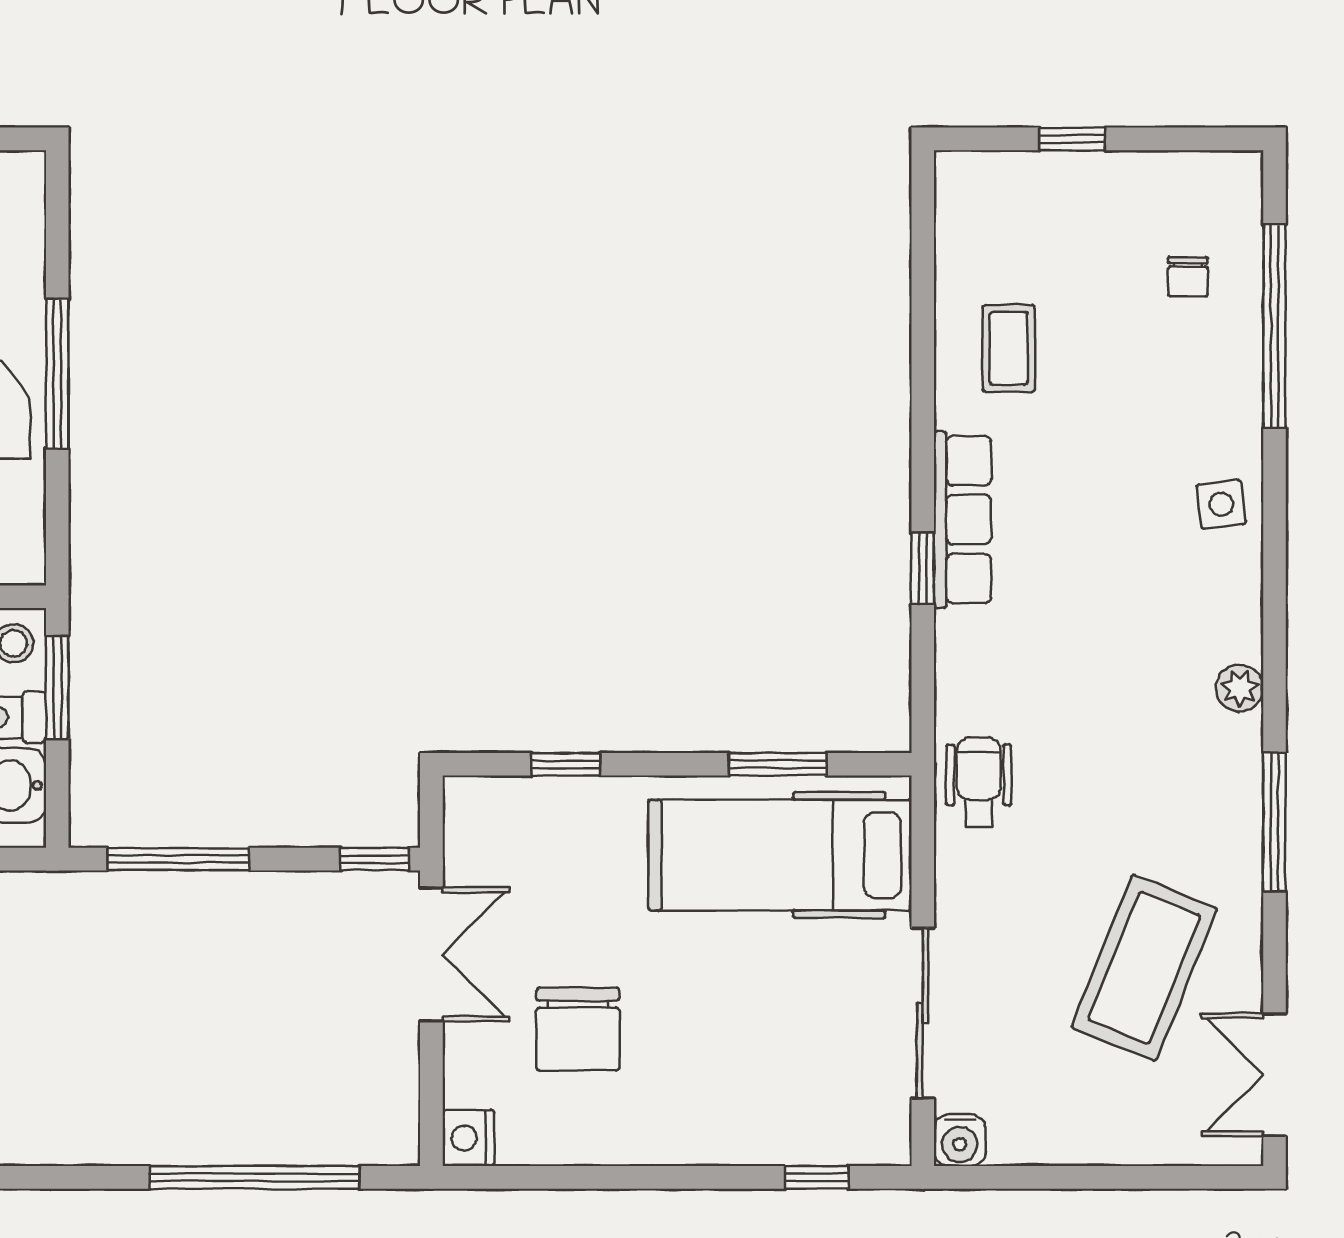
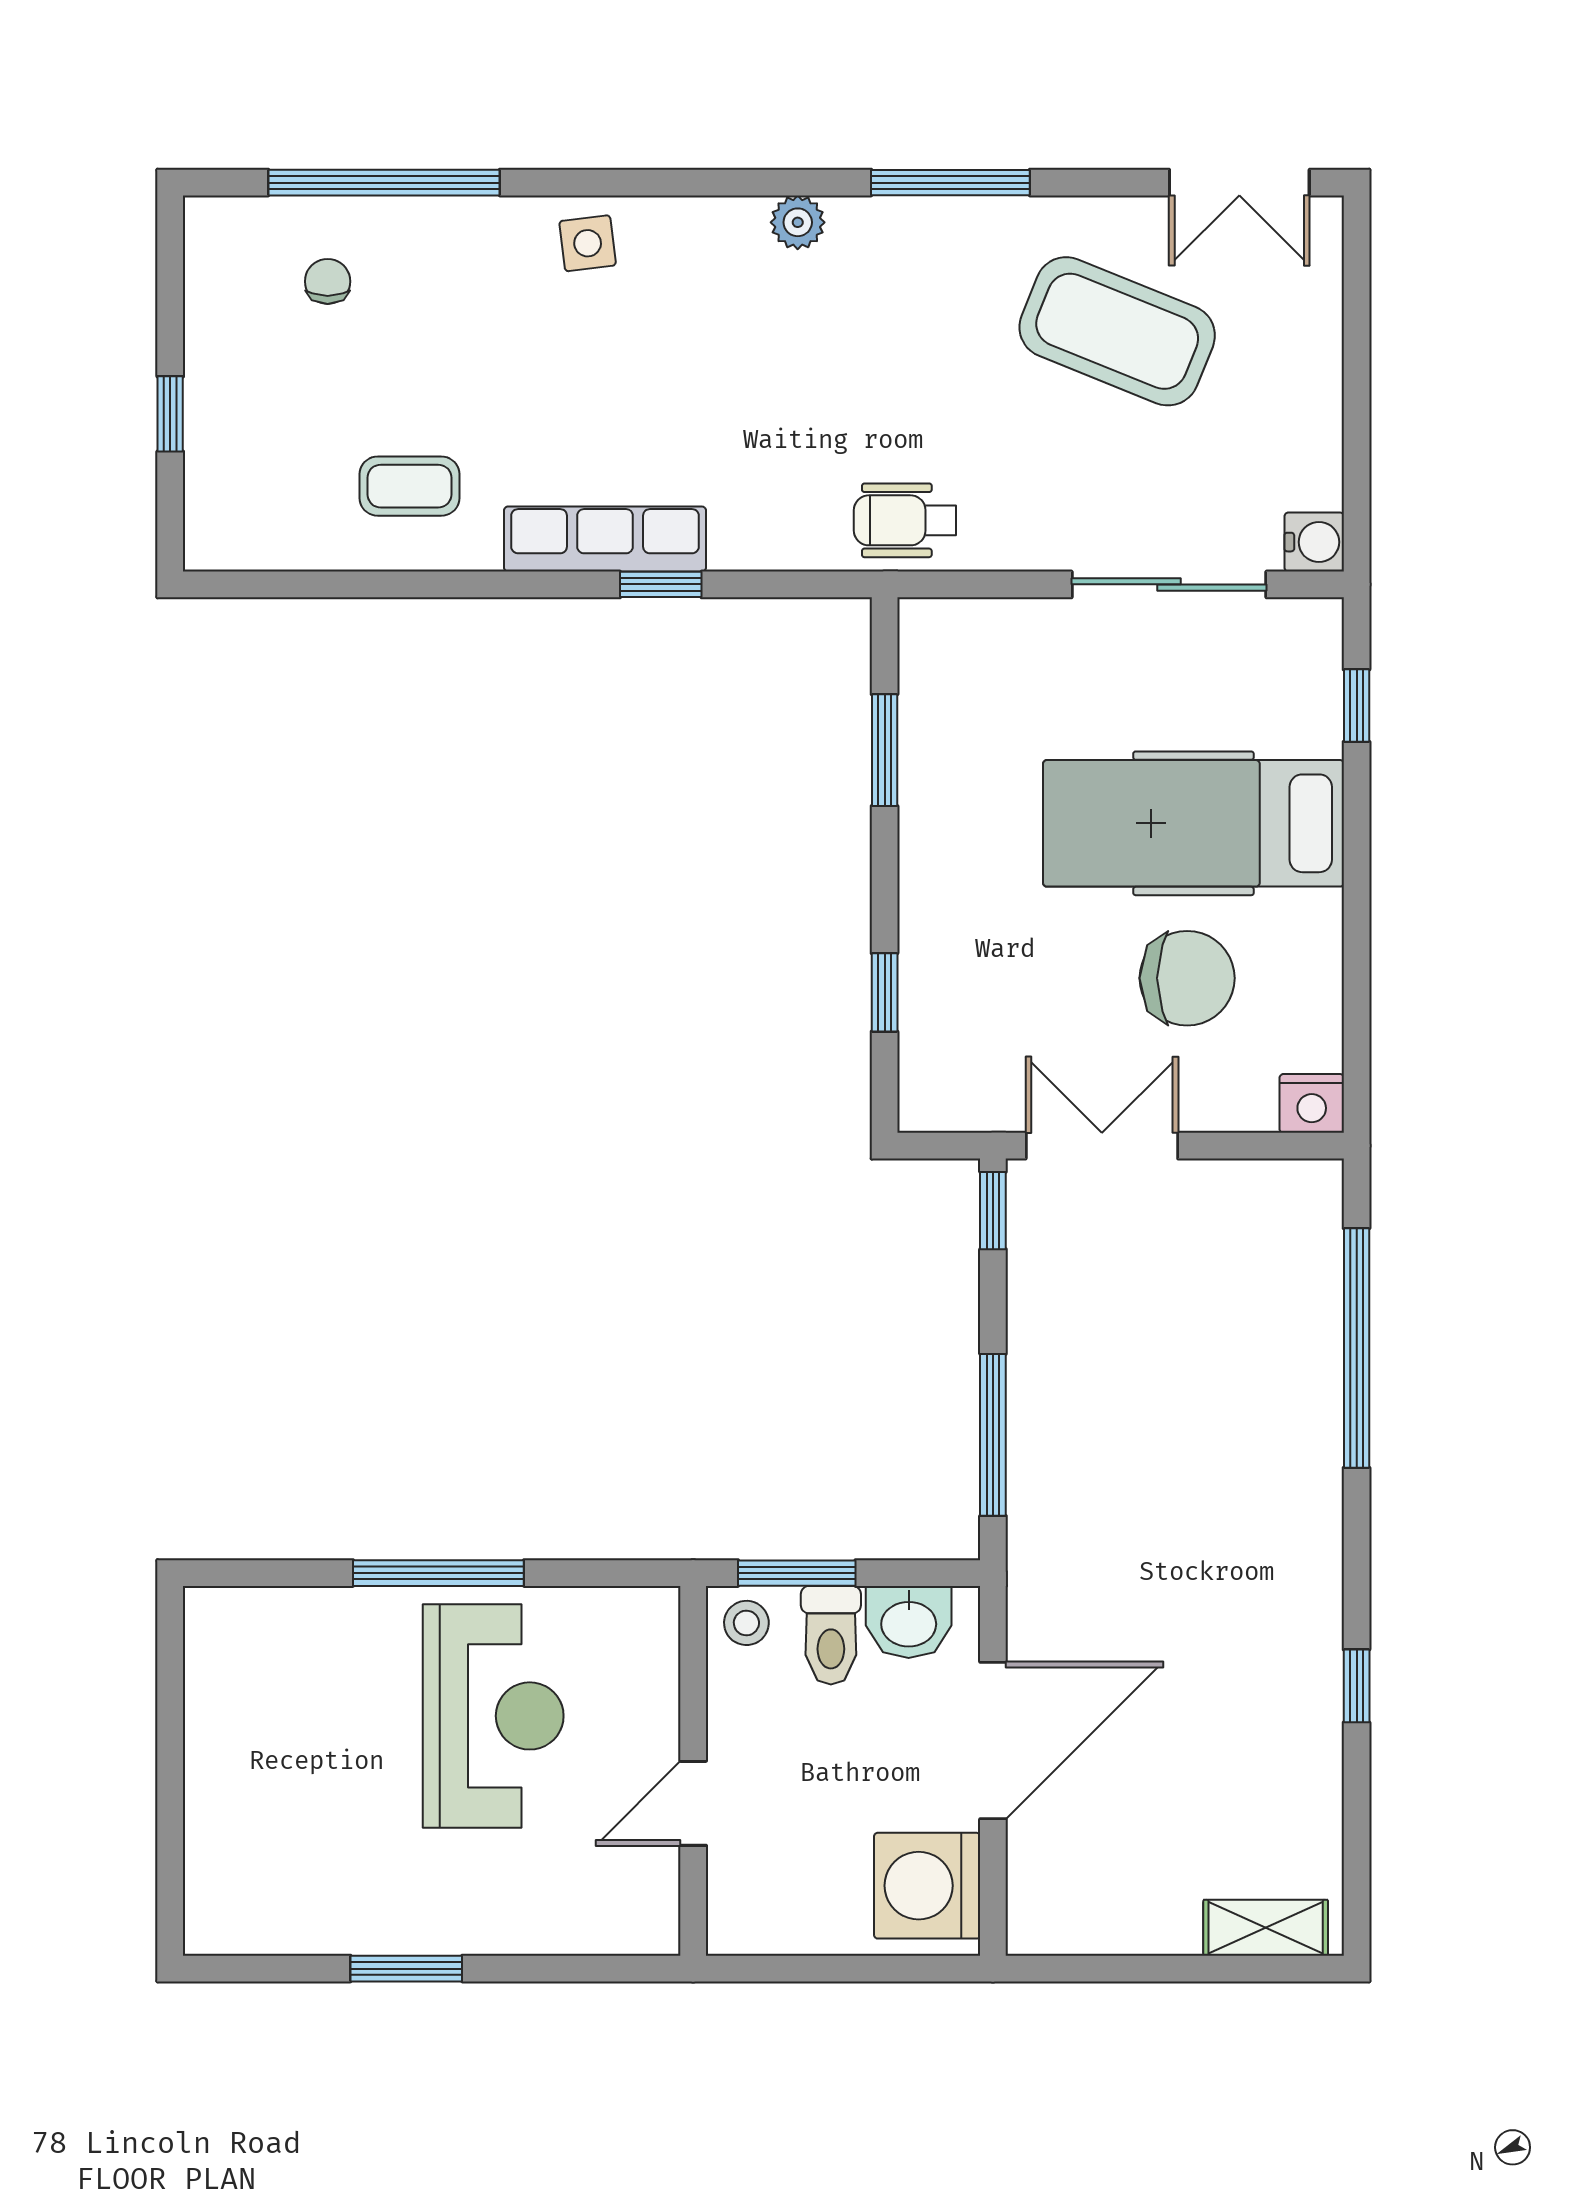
chair: (1188, 277) -> (328, 281), turned -90
hospital bed: (780, 855) -> (1193, 823), moved, turned 90

